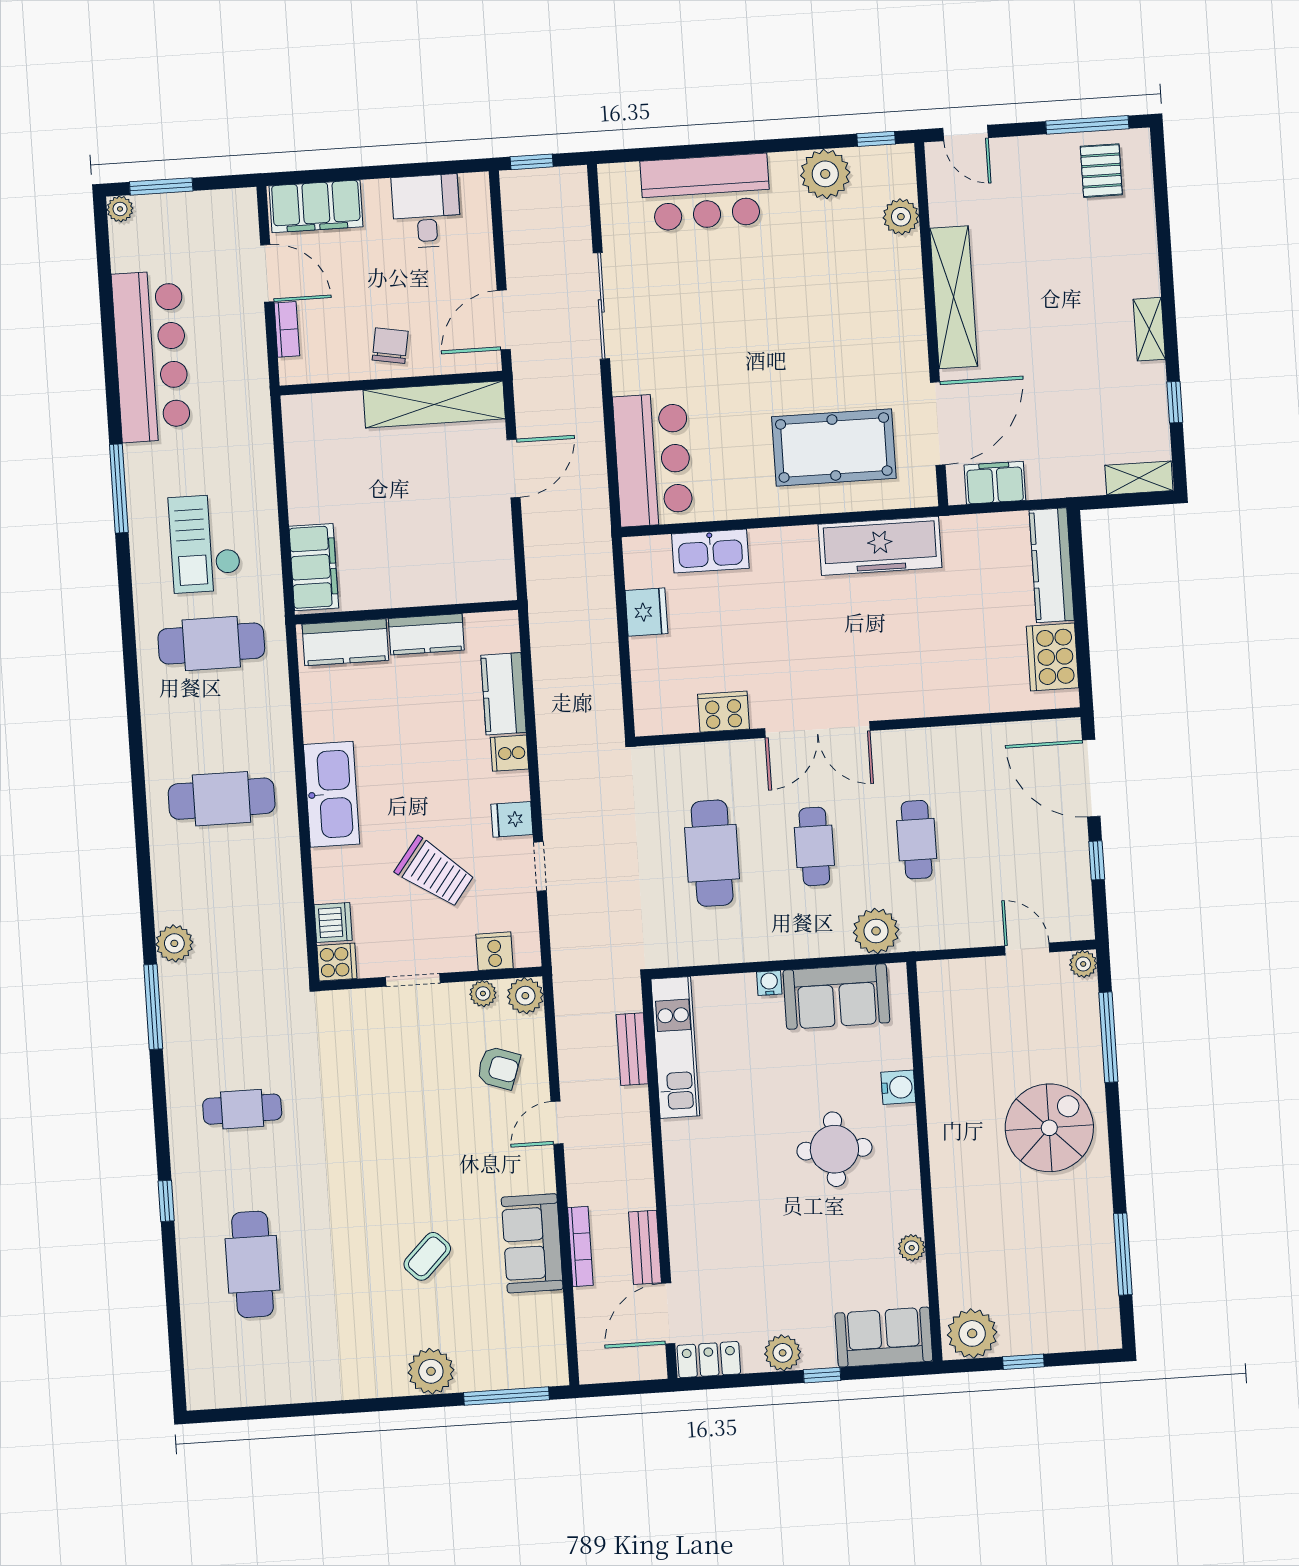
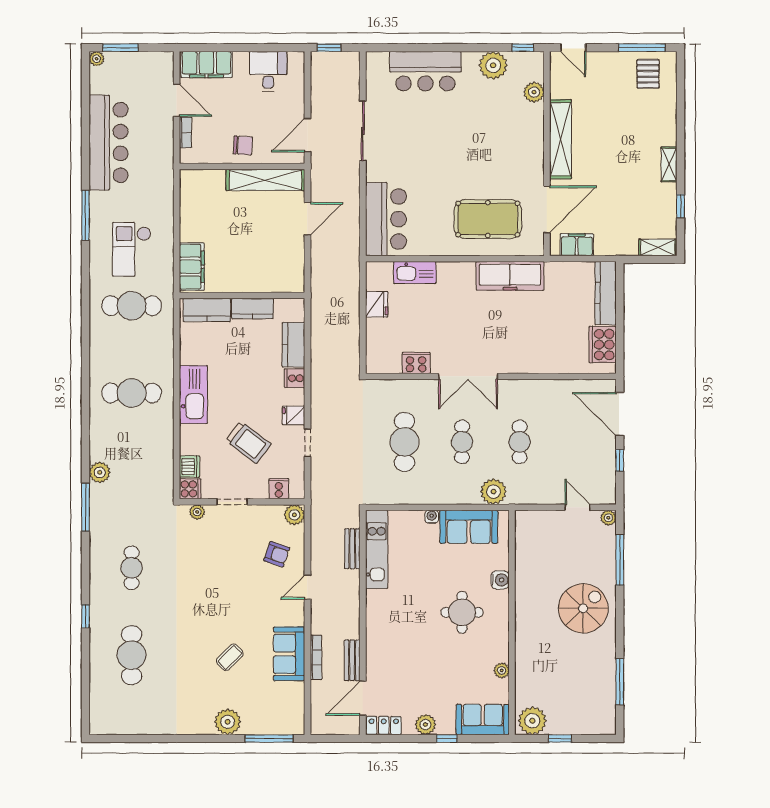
chair: (390, 346) -> (243, 145), turned 84
plant: (483, 994) -> (197, 512), moved
cafe table: (242, 1109) -> (132, 568), turned 90

